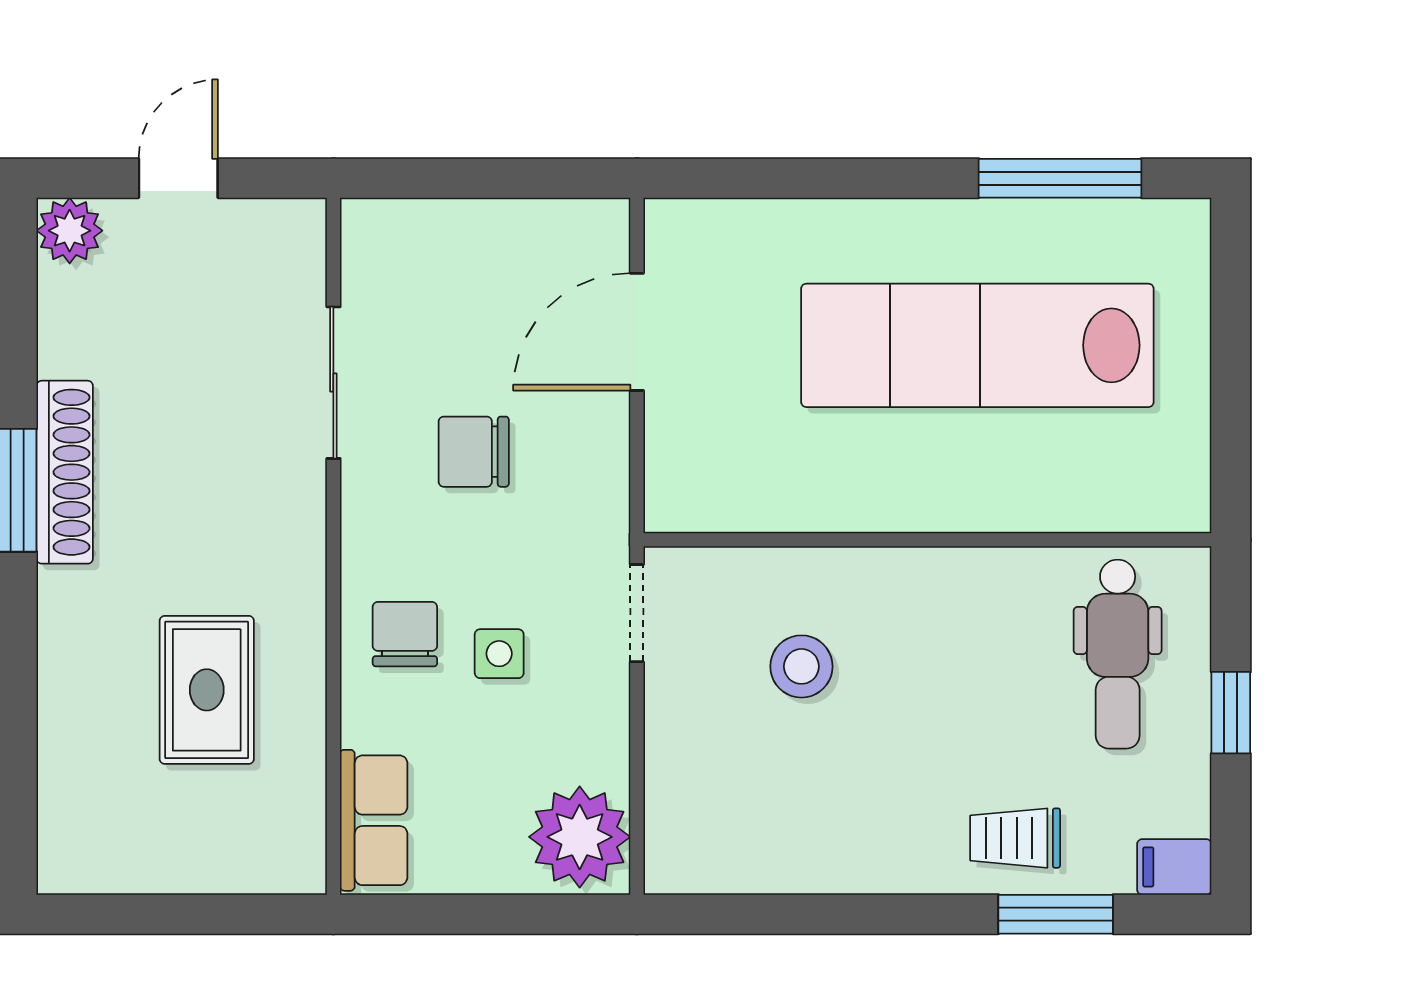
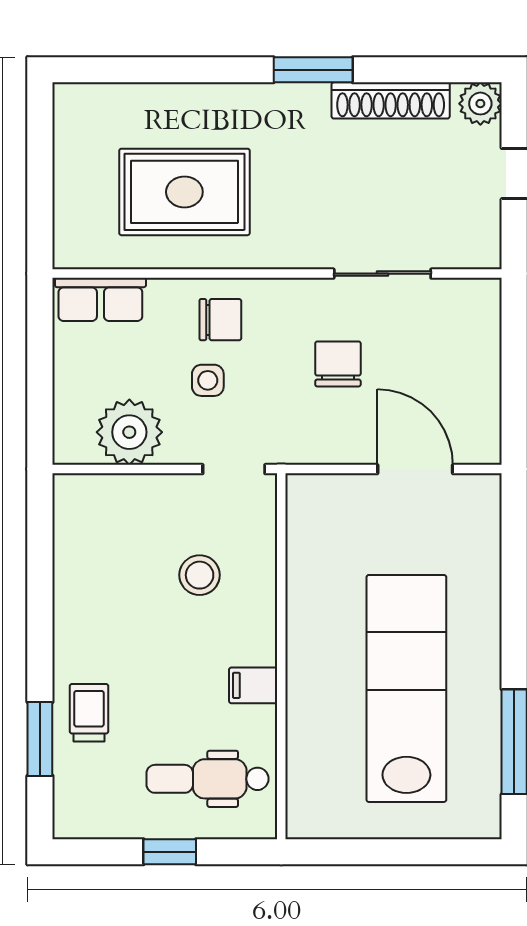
shoe rack: (65, 472) -> (391, 100), moved
rug: (207, 690) -> (184, 192), width x1.36, depth x1.43
plant: (580, 837) -> (129, 432), moved
filing cabinet: (1174, 867) -> (253, 685), moved, turned -90

